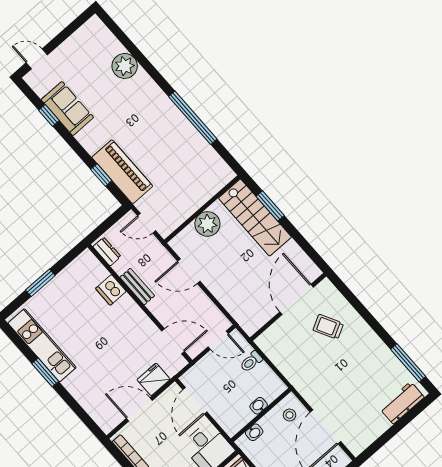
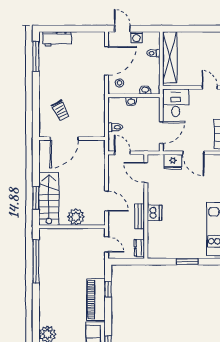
window: (193, 118) -> (36, 261), moved
piano: (122, 172) -> (96, 300), moved
dishwasher: (111, 290) -> (154, 213), moved

